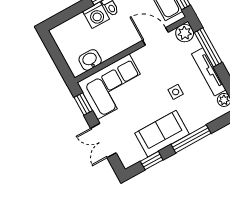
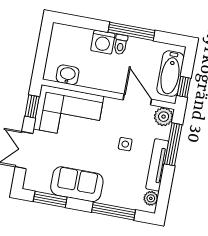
side table: (176, 92) -> (125, 144), moved
window: (191, 139) -> (113, 211), moved
window: (152, 161) -> (50, 199), width x1.50

